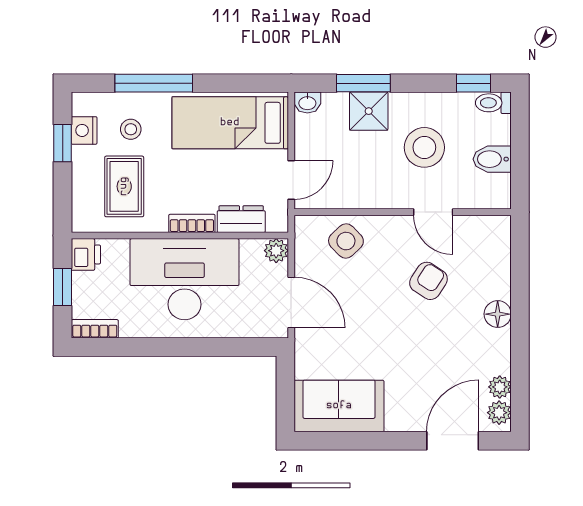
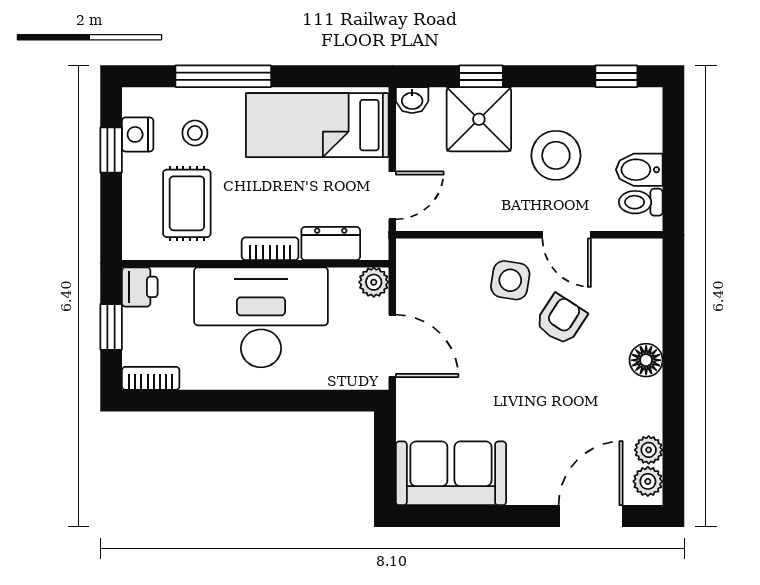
window: (363, 83) -> (481, 76), width x0.67
toilet: (493, 103) -> (641, 202), moved
shower: (369, 111) -> (479, 119), width x1.36, depth x1.36
side table: (346, 241) -> (510, 280), moved, turned -37

